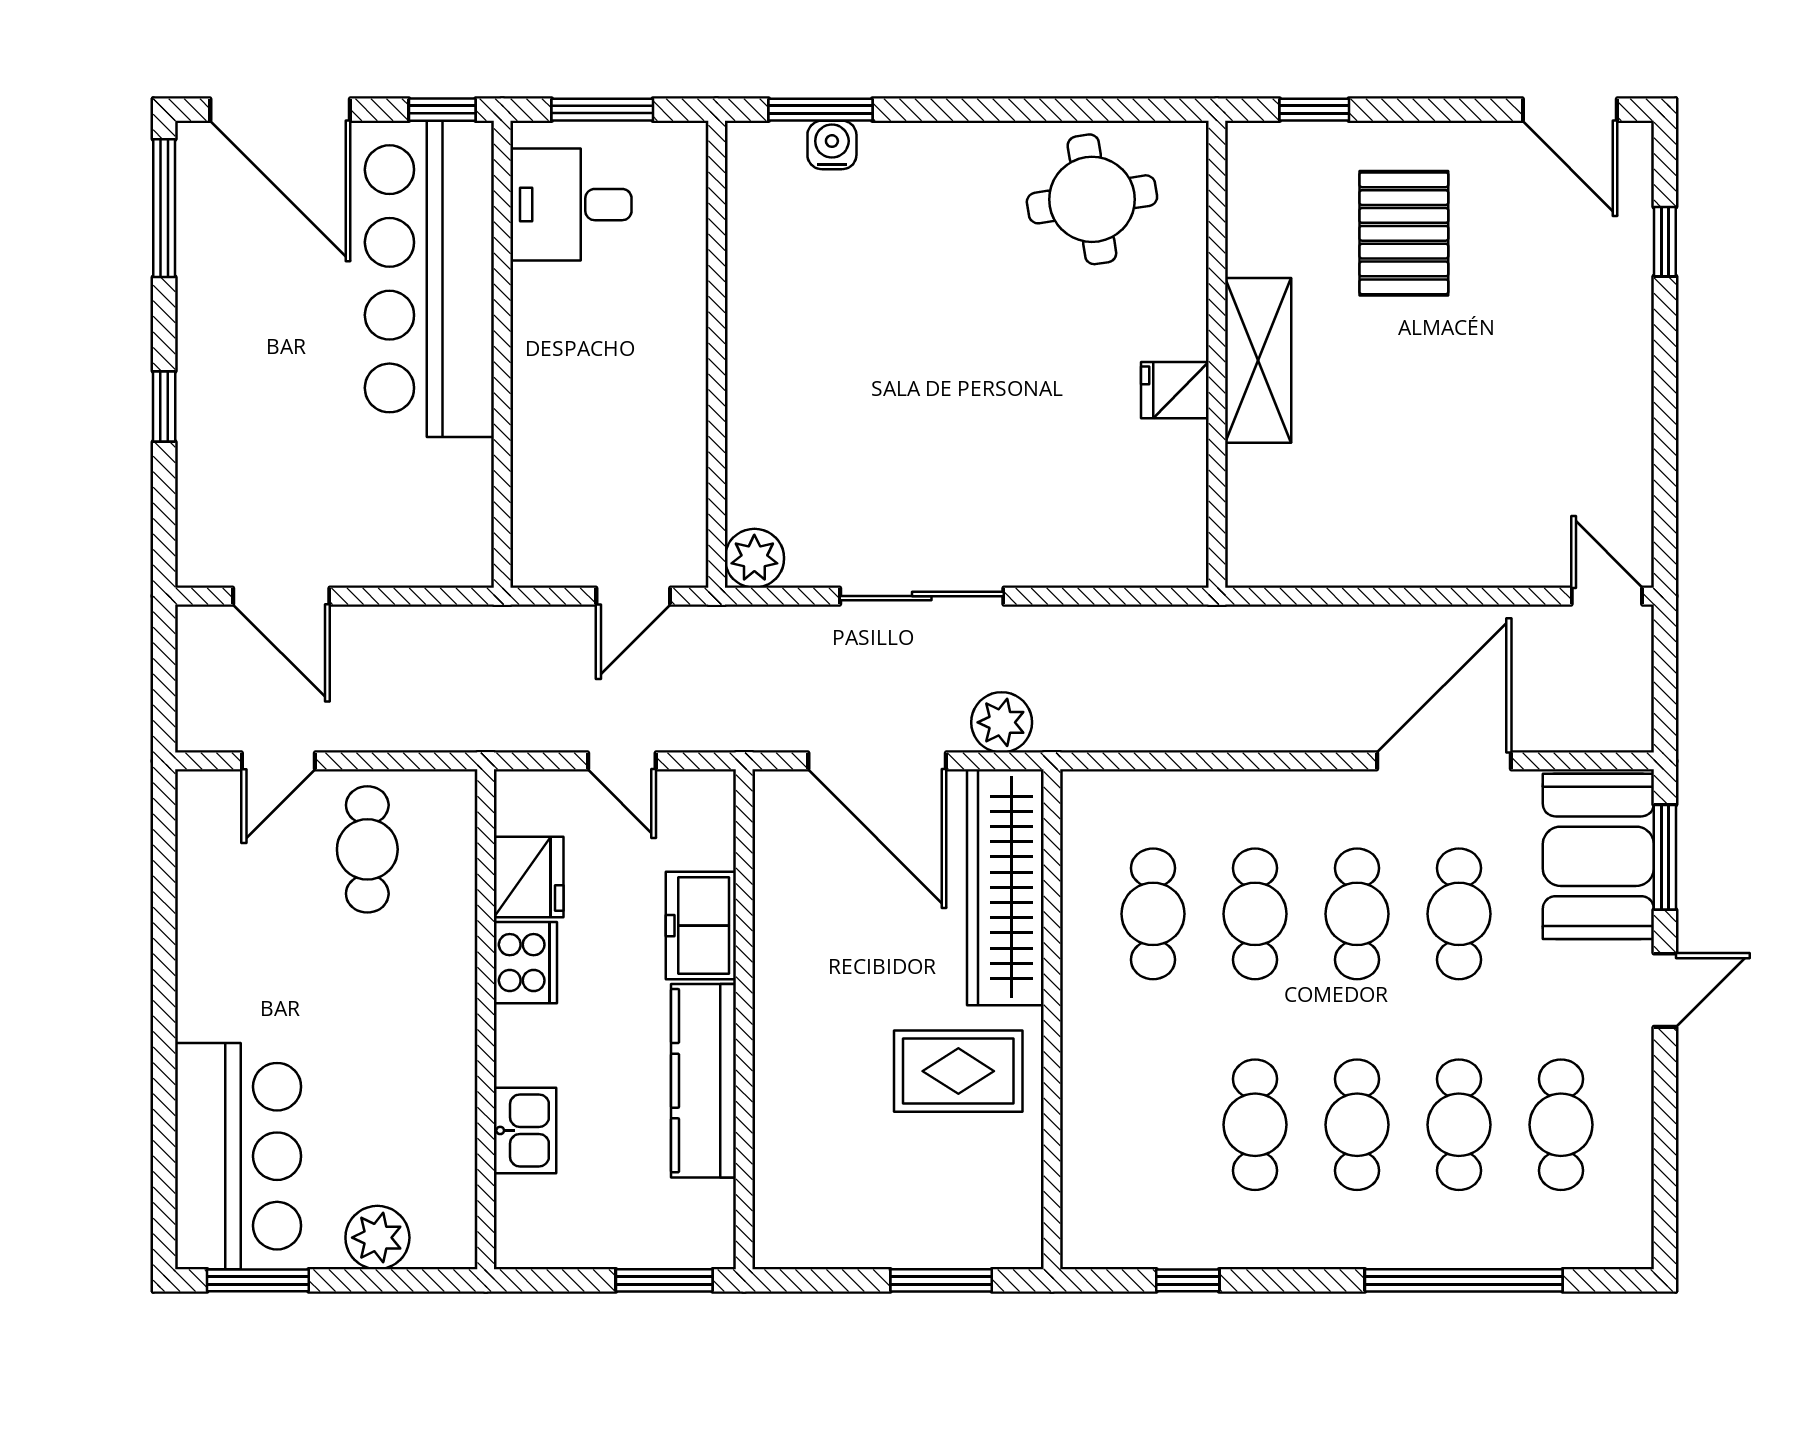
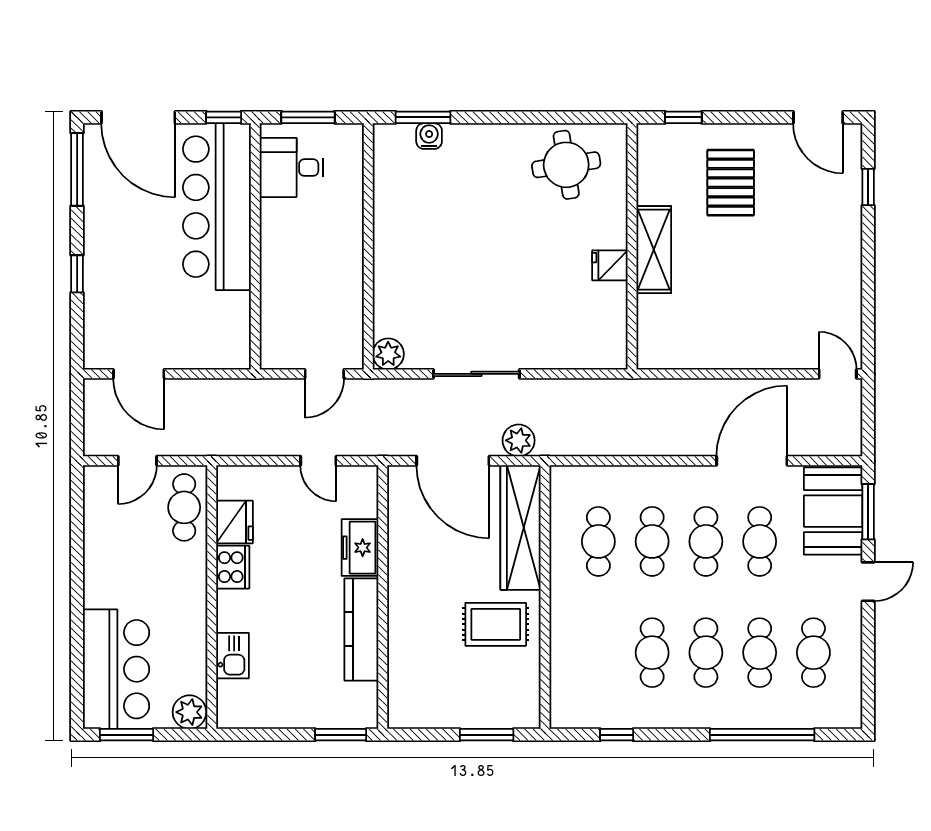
fridge: (529, 877) -> (234, 522), moved
cooker: (525, 963) -> (233, 567), moved
wall: (486, 1019) -> (212, 597), moved
kitchen sink: (525, 1130) -> (233, 656), moved

